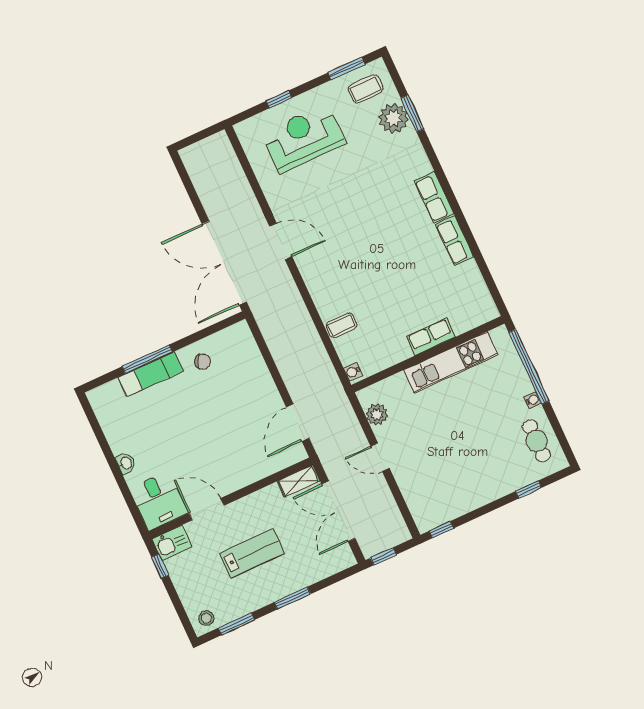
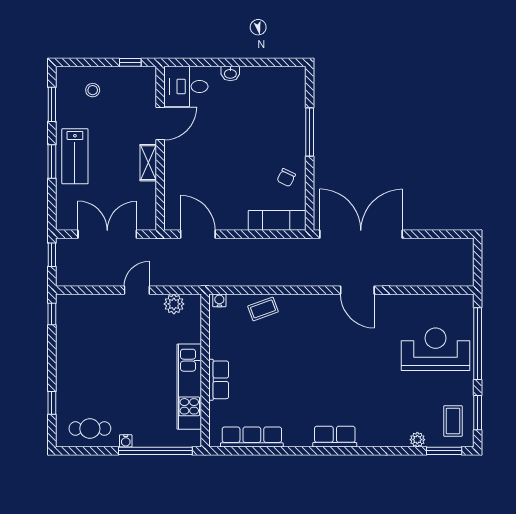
window: (279, 99) -> (478, 344), width x3.17
window: (412, 113) -> (444, 451), moved
plant: (394, 118) -> (417, 440), width x0.53, depth x0.53
reception desk: (303, 138) -> (436, 349), turned -90
door: (281, 241) -> (357, 290), hinge flipped
row of seats: (455, 241) -> (252, 437), moved, width x1.48
coffee table: (342, 325) -> (263, 309), turned 70
exam couch: (151, 374) -> (277, 220), moved, turned 90
shelving: (298, 481) -> (148, 163), moved
kitchen sink: (172, 543) -> (145, 82), removed
lab bench: (252, 553) -> (75, 156), moved
stool: (206, 618) -> (93, 90), moved

